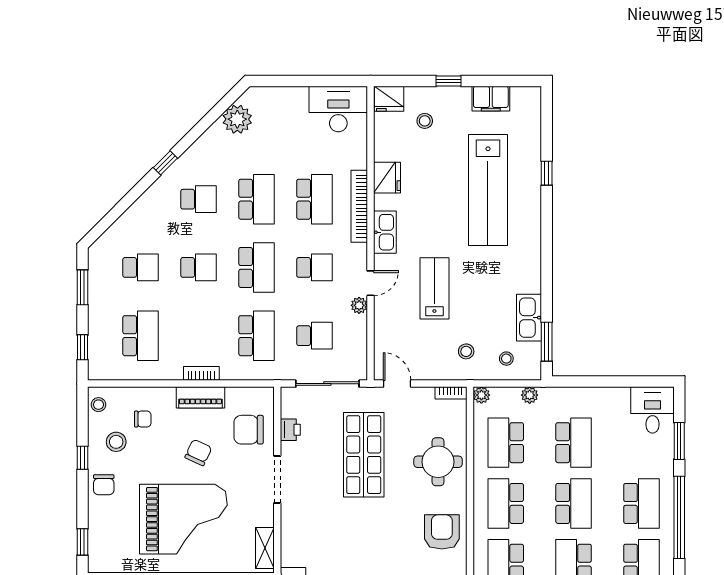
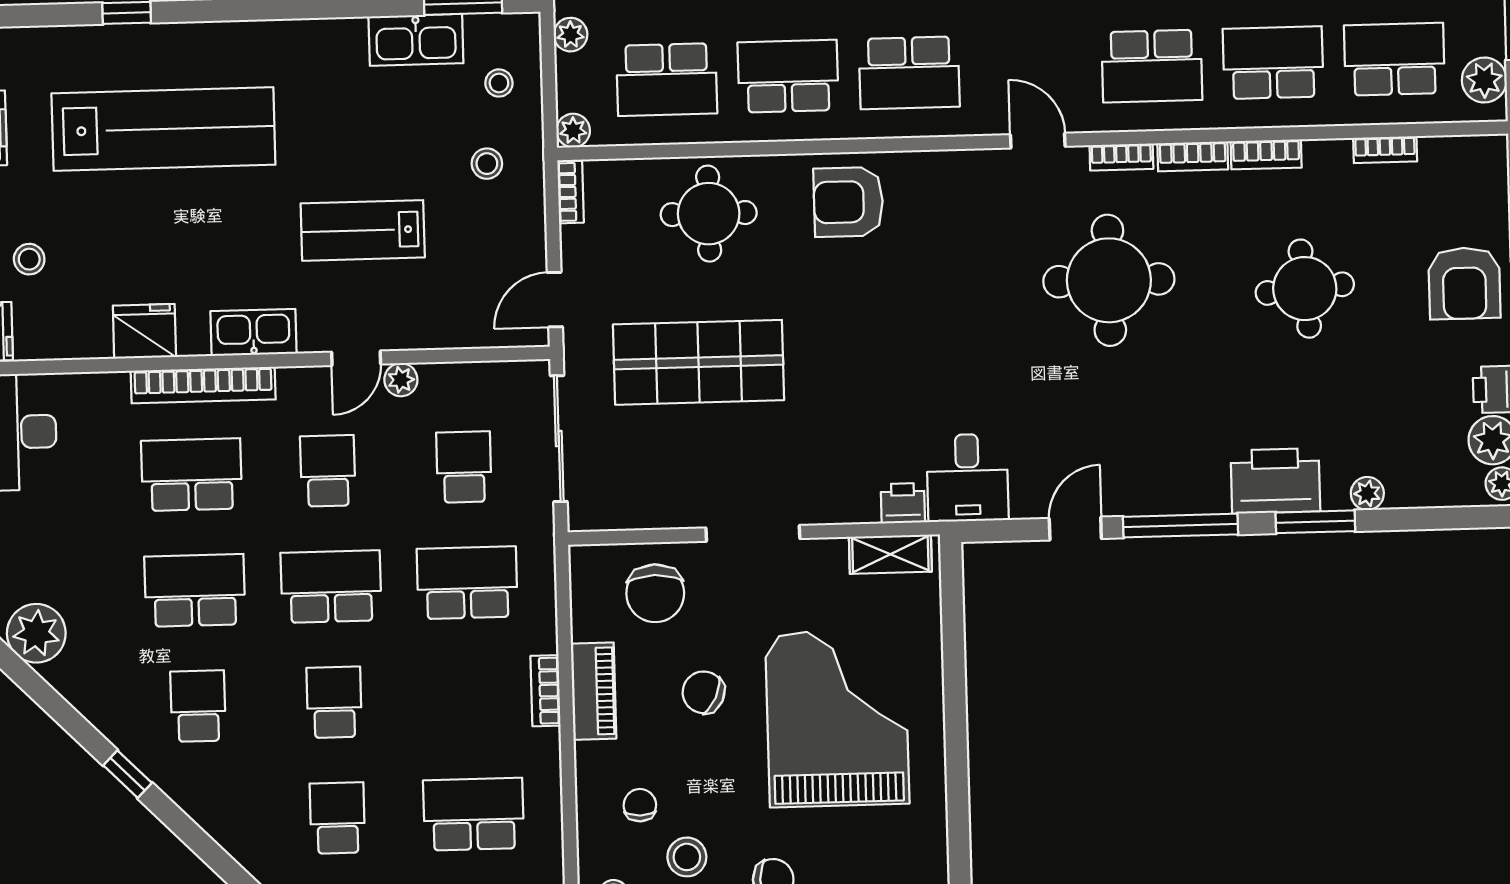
door: (371, 283) -> (356, 358), swing flipped
printer: (290, 430) -> (903, 503), moved
school desk: (506, 503) -> (788, 76), turned 180

